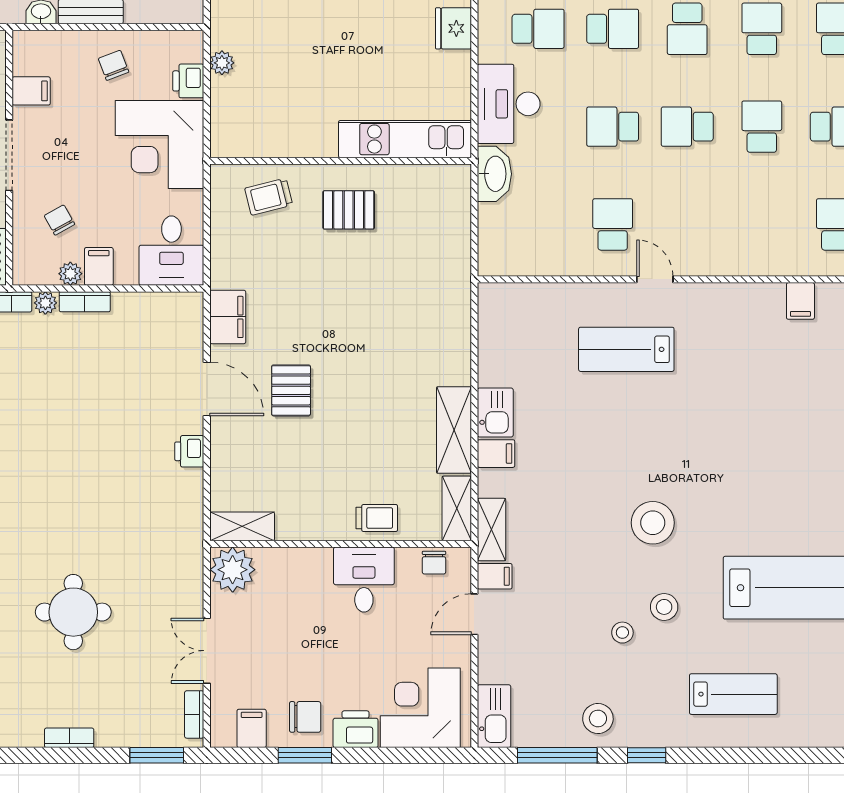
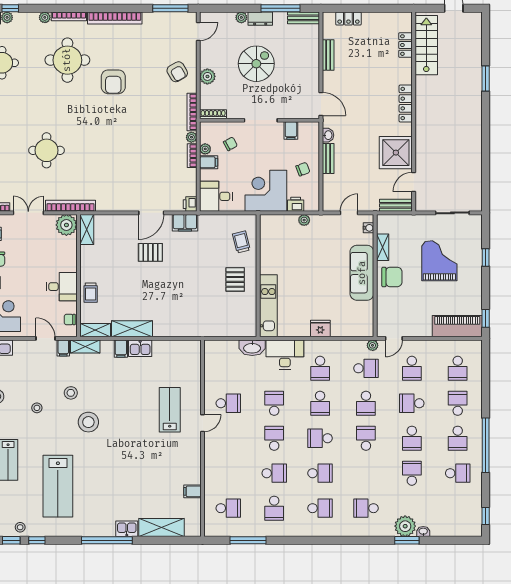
printer: (189, 451) -> (190, 204), moved, turned -90
bookcase: (192, 561) -> (71, 206), added
stool: (664, 607) -> (71, 393), moved

